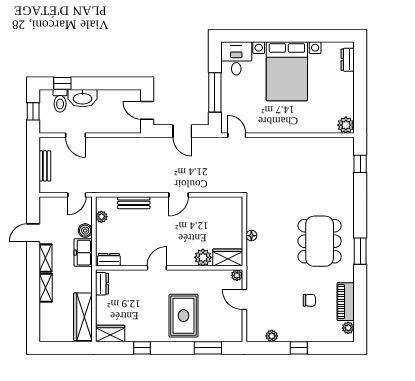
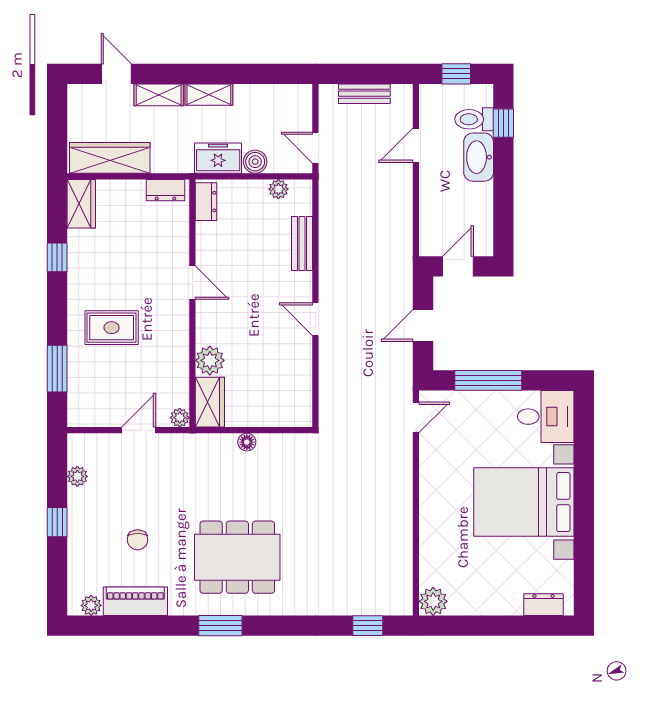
door: (33, 233) -> (116, 74), moved
rug: (184, 316) -> (112, 328), width x0.73, depth x0.70

